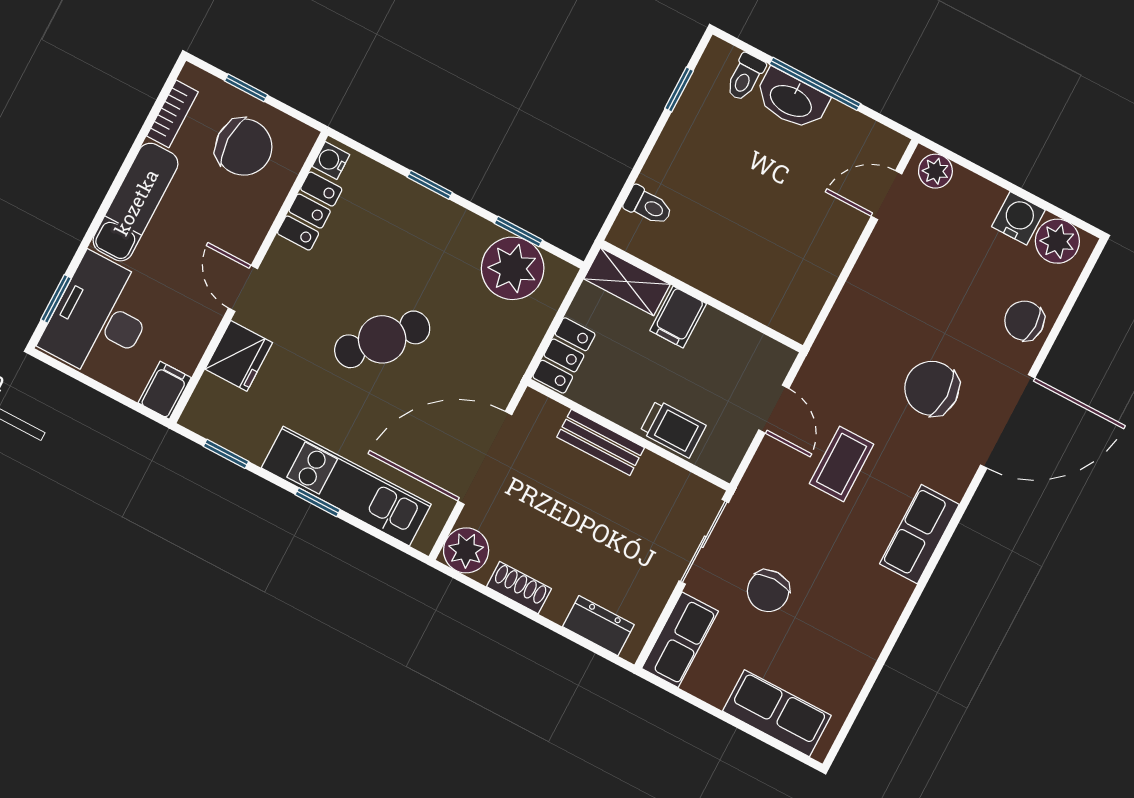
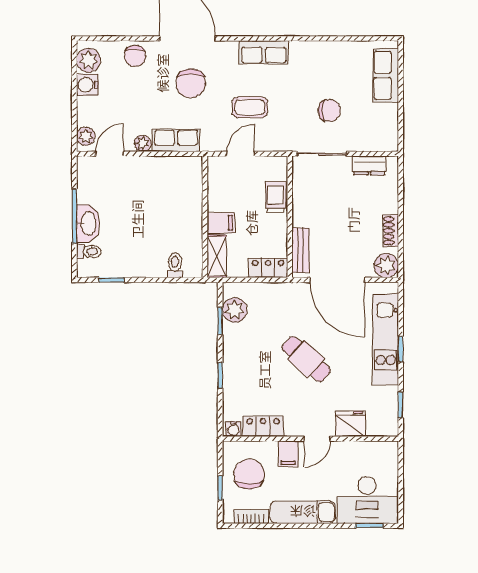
door: (887, 195) -> (110, 154), swing flipped
plant: (875, 258) -> (143, 143), added
plant: (513, 268) -> (235, 310), width x0.73, depth x0.73
filing cabinet: (165, 390) -> (288, 454), moved, turned -90
bench: (601, 442) -> (300, 250), moved
dresser: (598, 626) -> (369, 166), moved, turned -90
row of seats: (680, 640) -> (176, 140), moved

